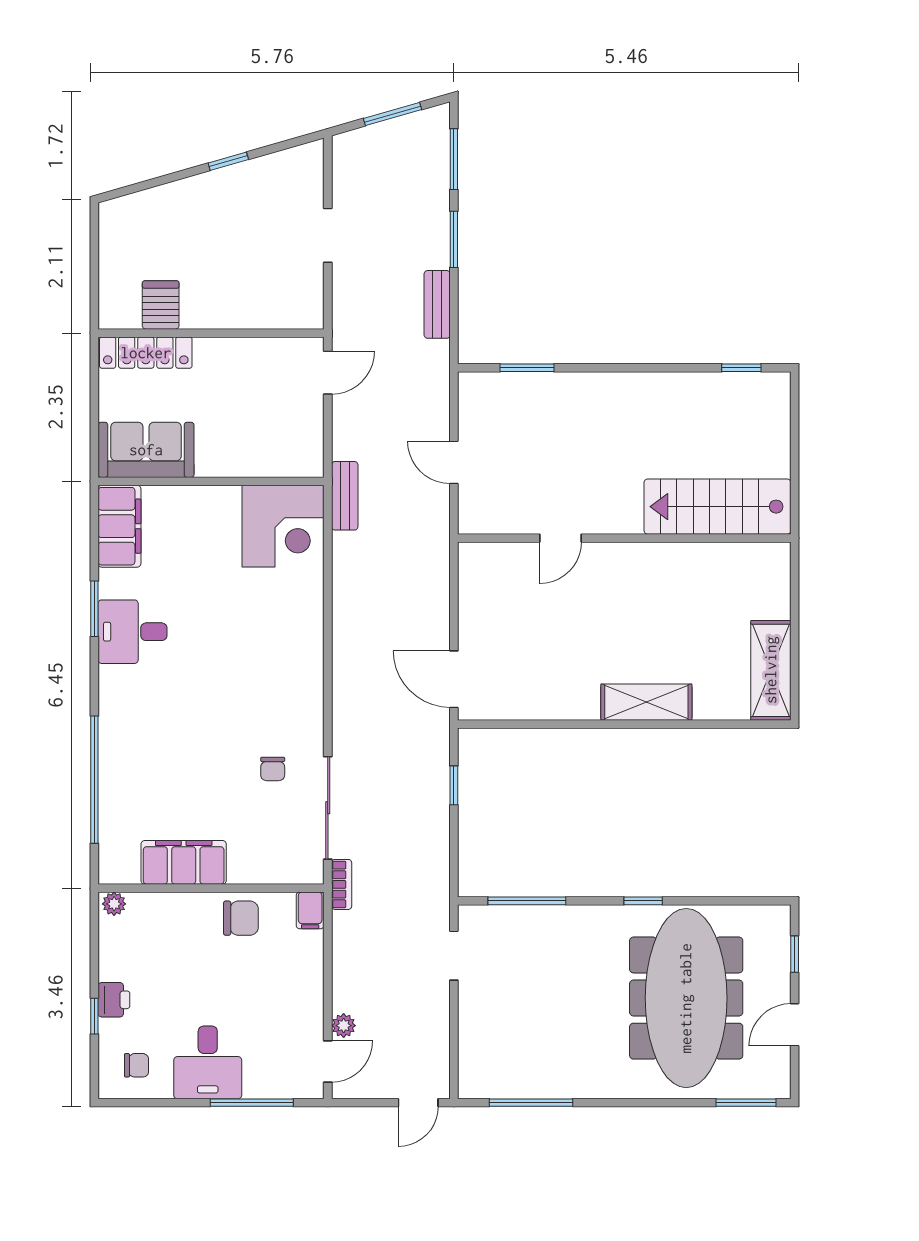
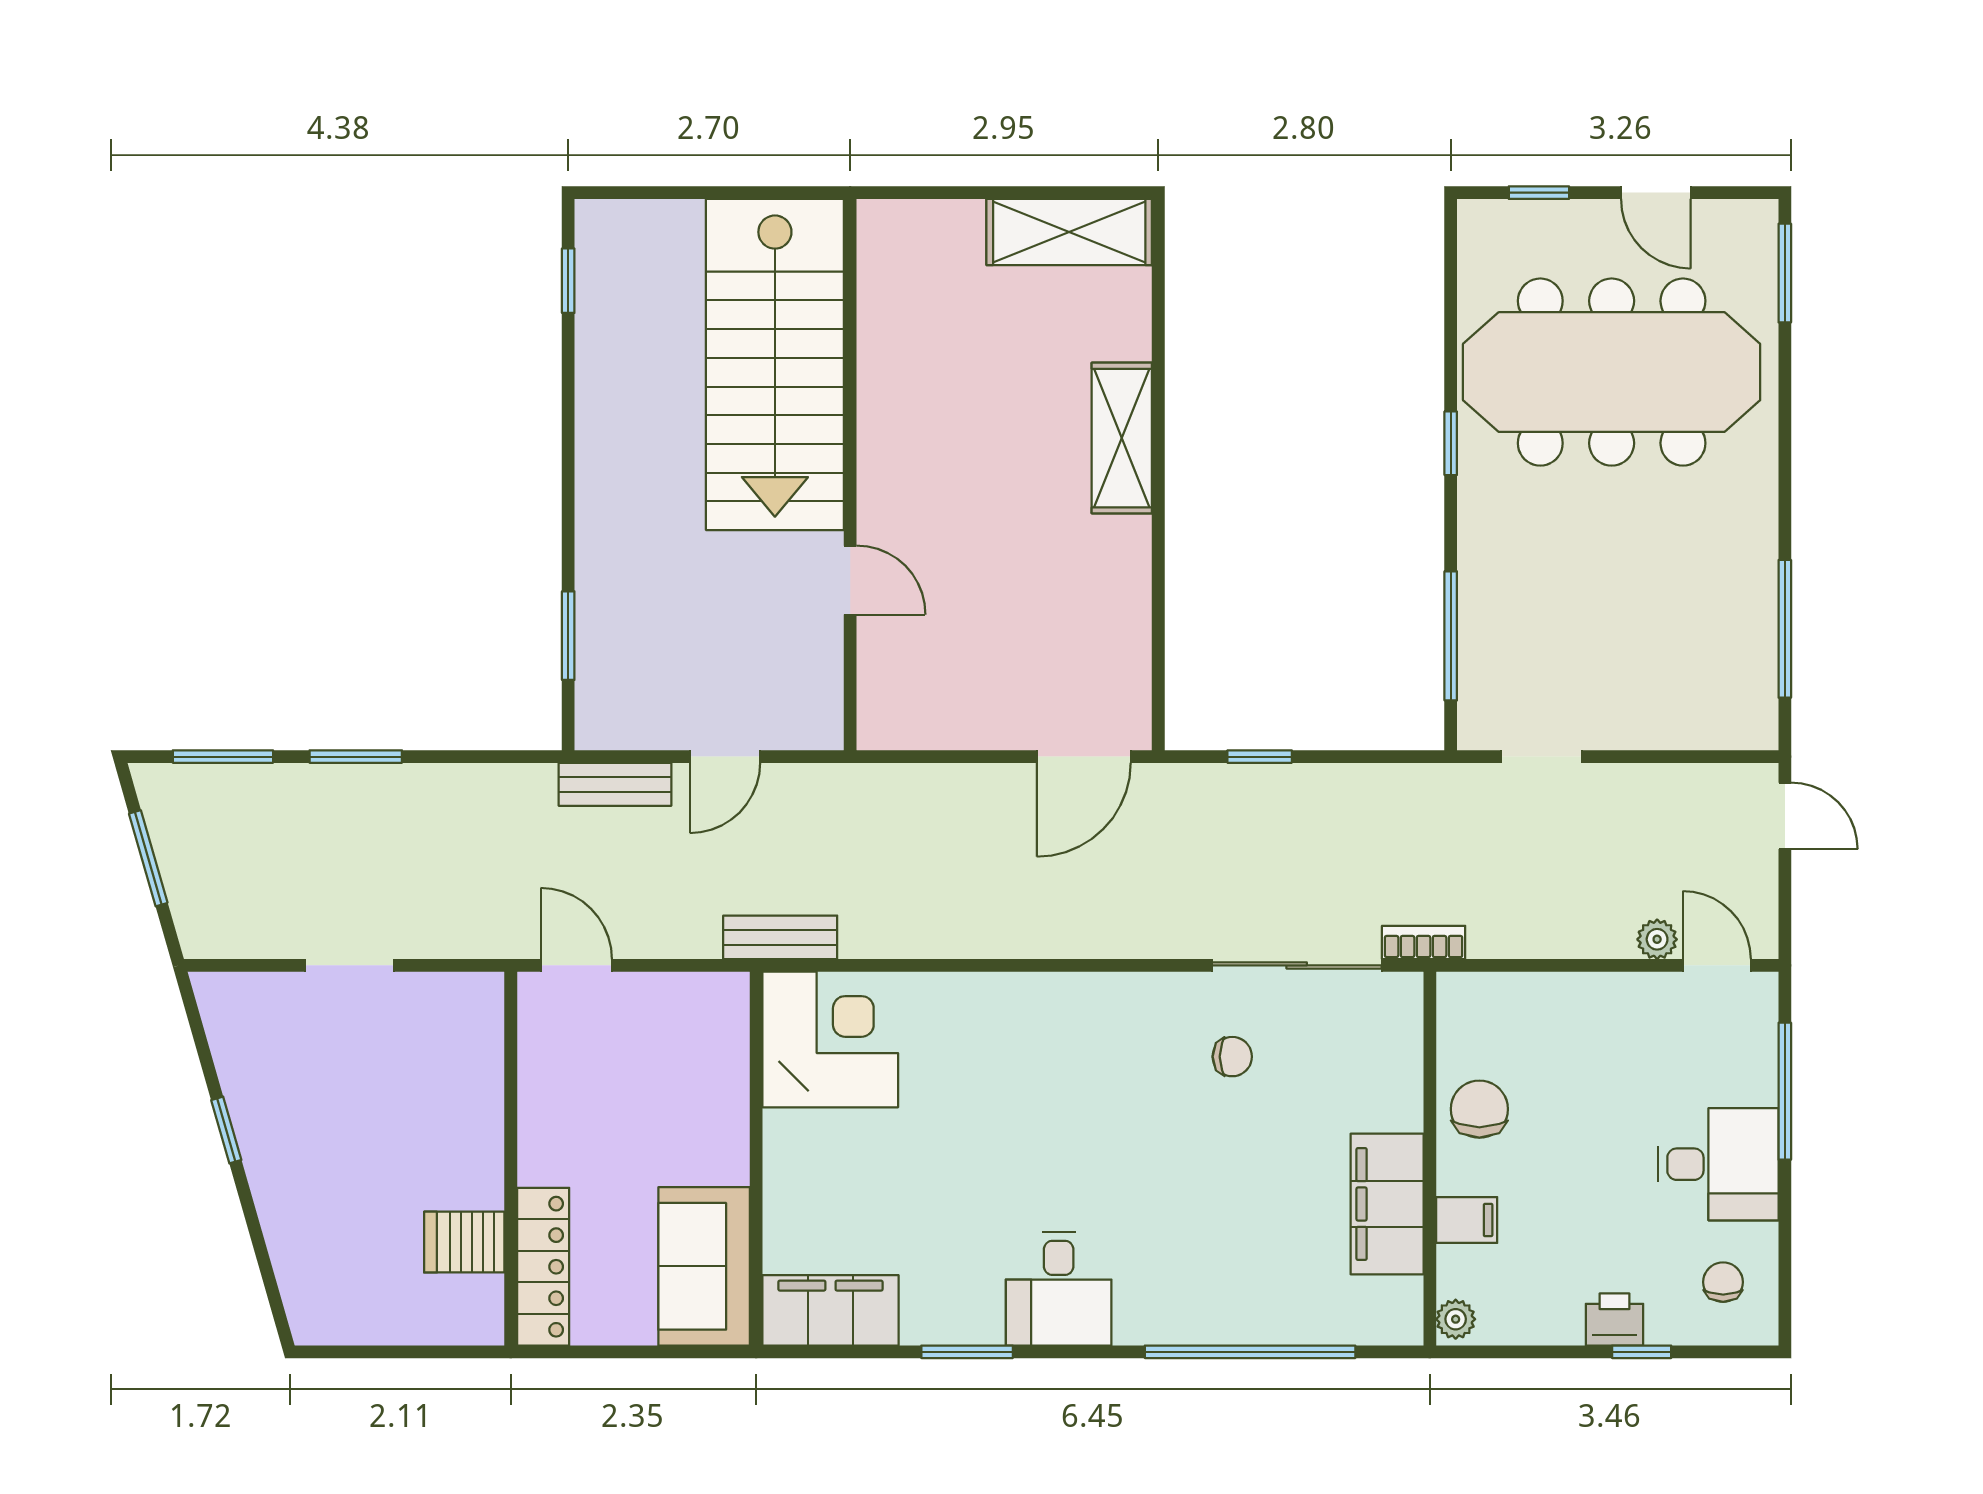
bench: (437, 304) -> (615, 784), moved
stairs: (717, 507) -> (775, 364), width x1.36, depth x1.51
desk: (133, 632) -> (1059, 1289), moved
filing cabinet: (310, 910) -> (1467, 1220), moved

